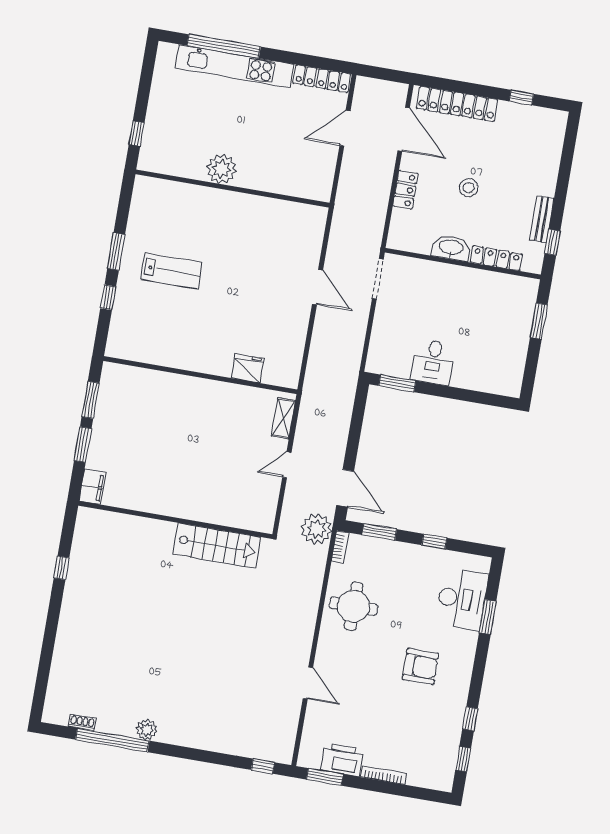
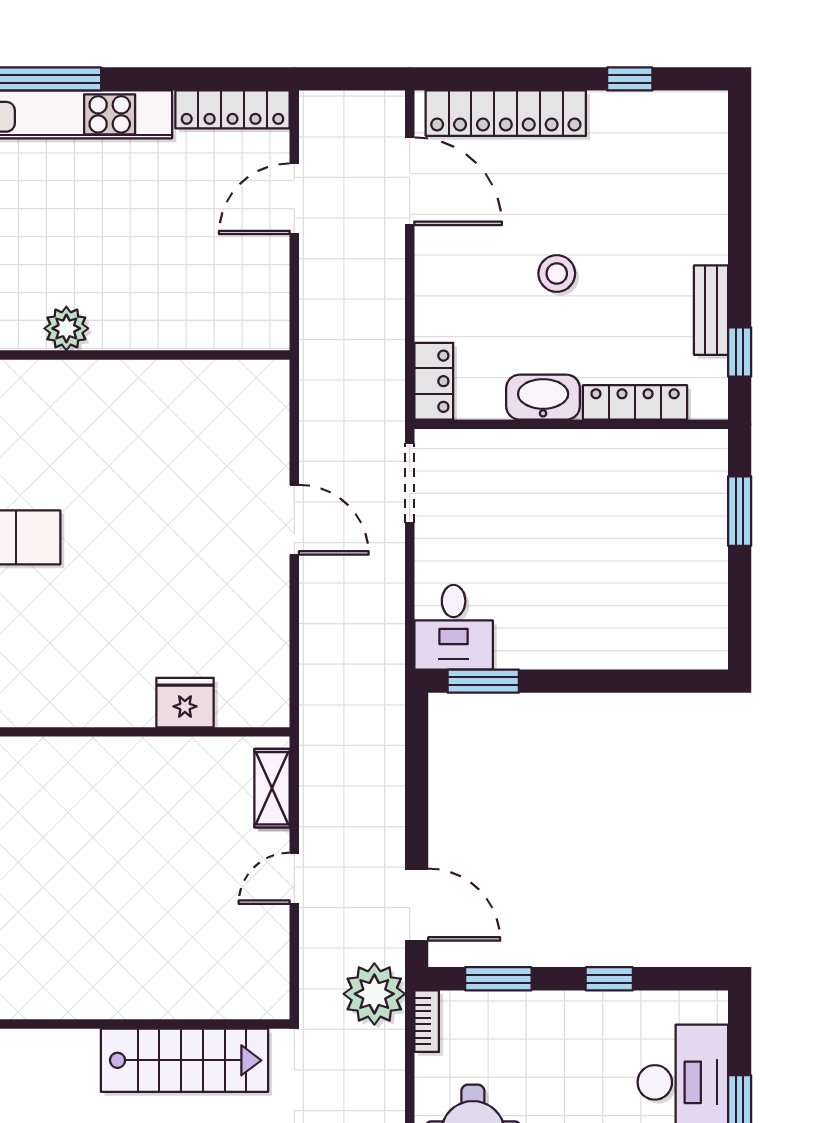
plant: (222, 169) -> (66, 328), width x0.73, depth x0.73
locker: (405, 190) -> (434, 381), moved
desk: (433, 362) -> (454, 627), moved

